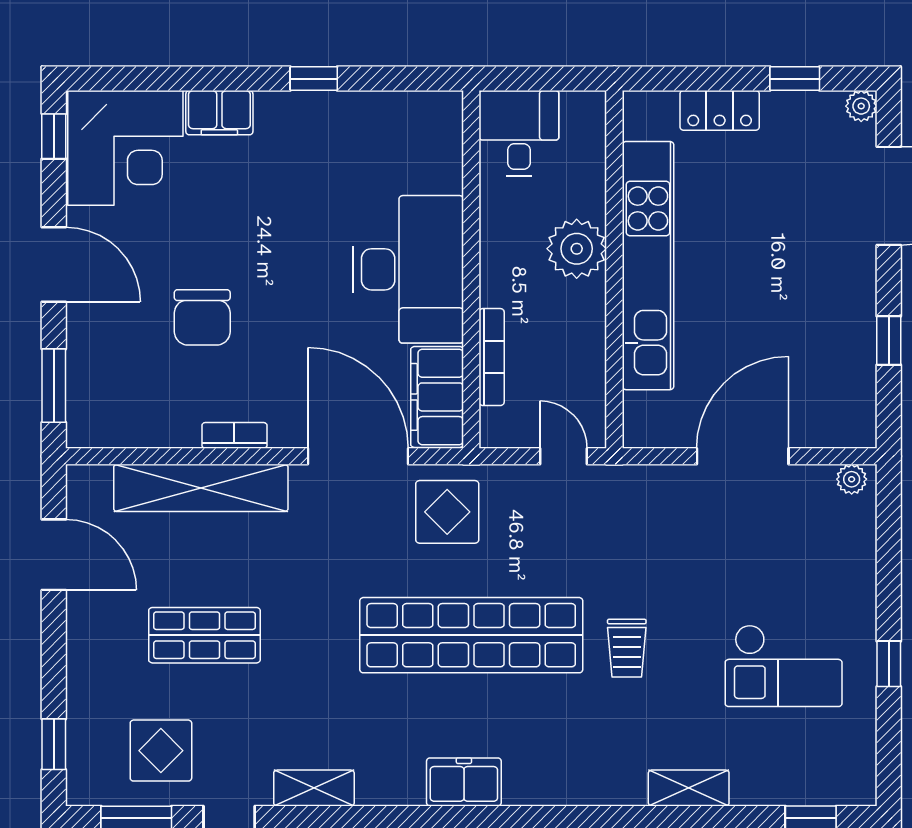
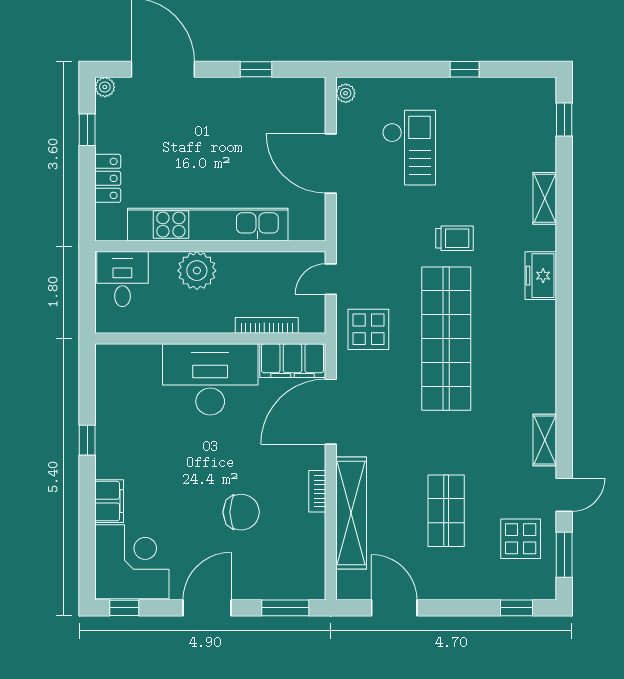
desk: (519, 133) -> (122, 279), moved, turned 90
display table: (447, 512) -> (368, 329), moved
door: (54, 555) -> (394, 608), hinge flipped
checkout: (784, 666) -> (409, 148), moved
freezer: (464, 782) -> (541, 276), moved

